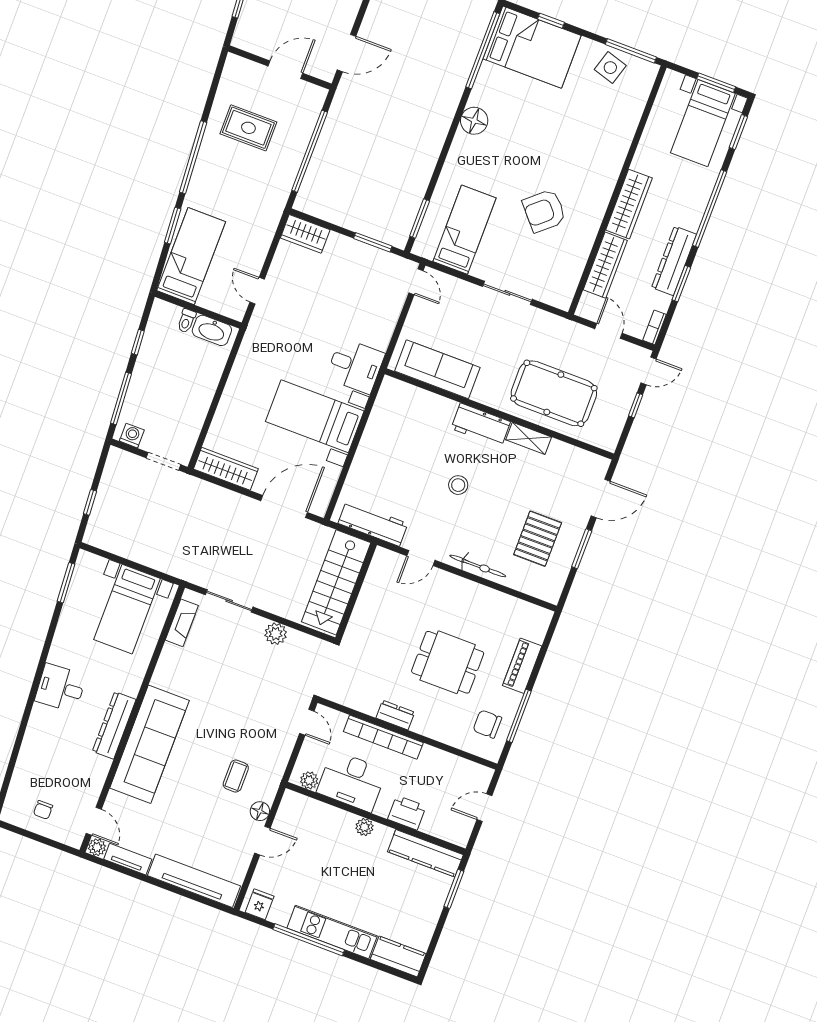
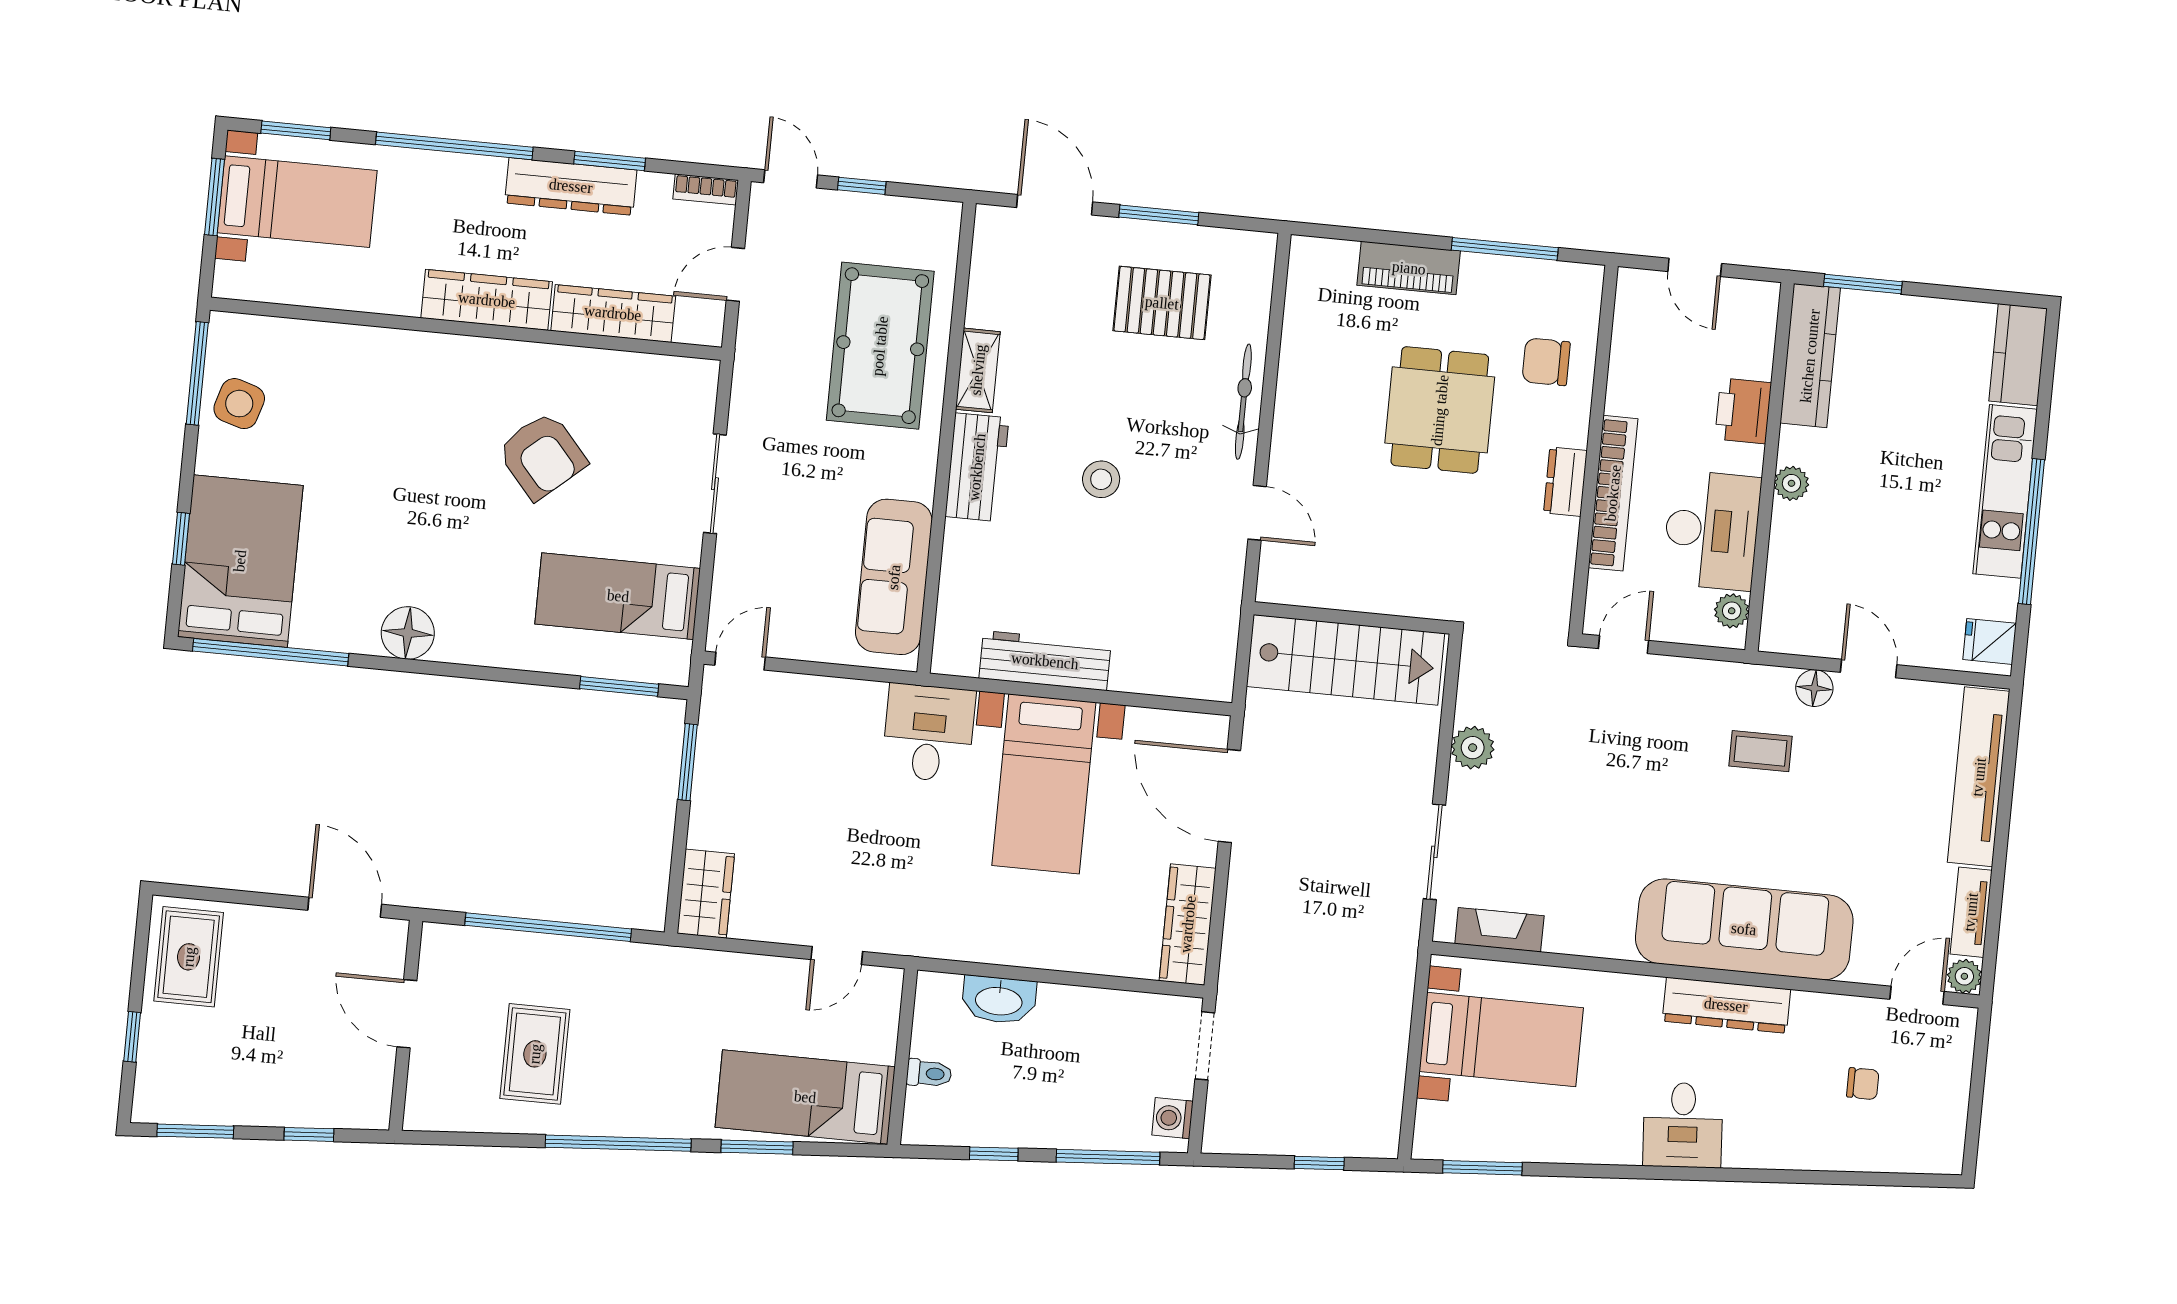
washbasin: (212, 330) -> (999, 1000), moved, turned 90
workbench: (373, 523) -> (1045, 661), moved, turned 90
chair: (487, 724) -> (1546, 362), moved, turned 90
chair: (43, 810) -> (1863, 1084), moved

